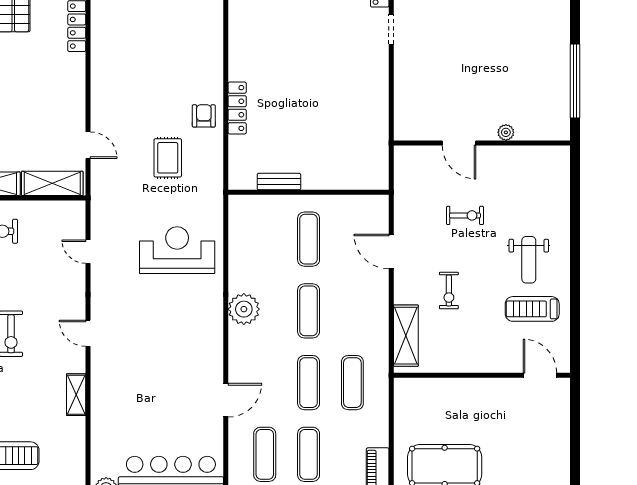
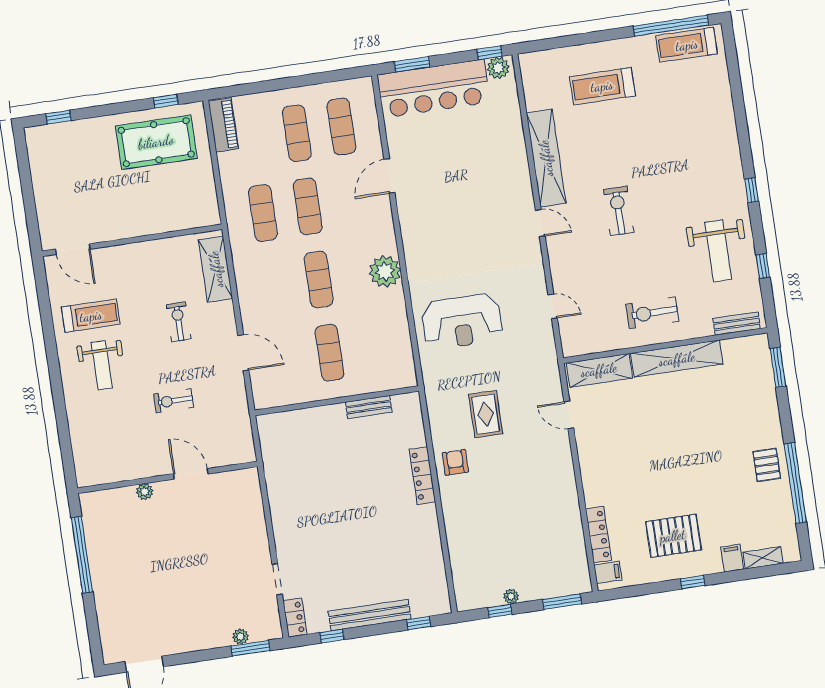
armchair: (204, 116) -> (455, 462), turned 180
weight bench: (529, 260) -> (102, 365), turned 180
shelving: (76, 395) -> (546, 158), width x2.20, depth x1.33

